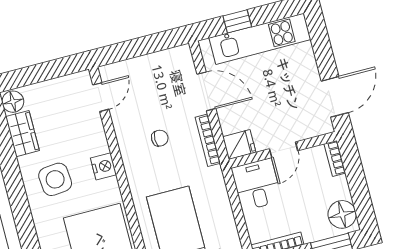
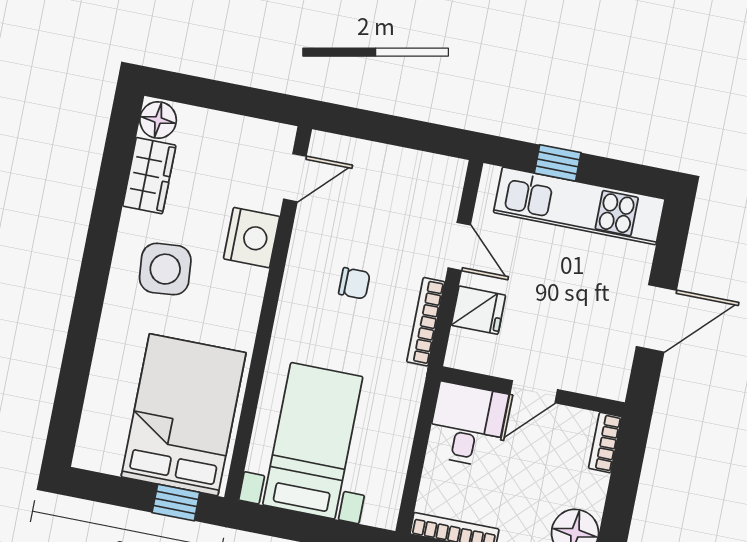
door: (206, 91) -> (459, 246), width x0.73
door: (335, 97) -> (656, 318), moved
fridge: (239, 145) -> (478, 310), moved
nightstand: (103, 166) -> (252, 238), moved, width x1.36, depth x1.33

